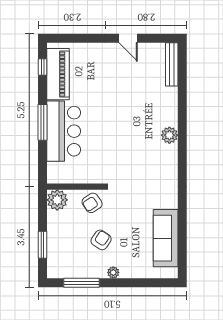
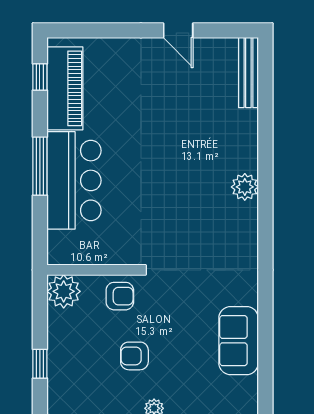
armchair: (92, 203) -> (120, 296), turned -146
sofa: (166, 238) -> (239, 341), width x0.73
armchair: (101, 240) -> (134, 356), turned -124
window: (42, 245) -> (40, 364), width x0.67

